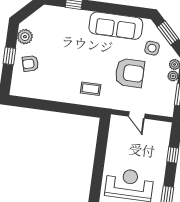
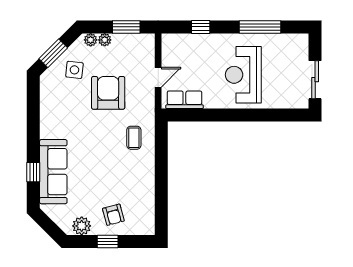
sofa: (116, 26) -> (53, 172), moved
row of seats: (116, 134) -> (184, 100), added

